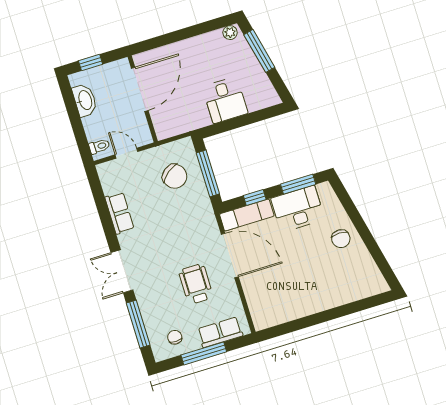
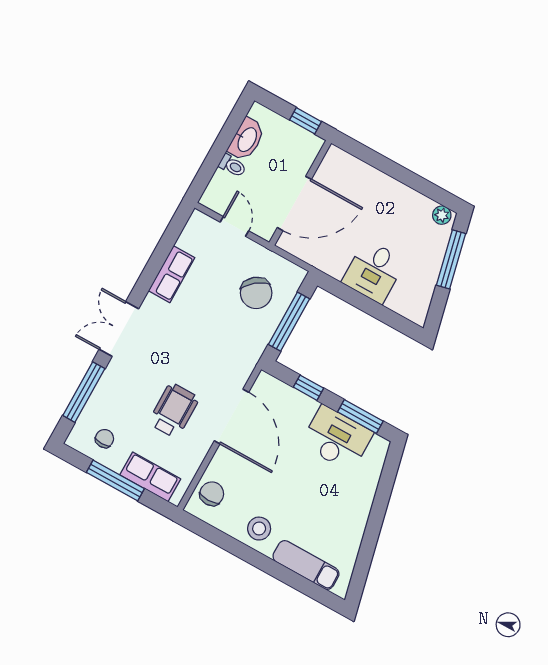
window: (91, 63) -> (305, 121), moved
door: (140, 89) -> (294, 203), moved
toilet: (99, 146) -> (232, 166), moved
exam couch: (247, 215) -> (306, 565), moved, turned 180
chair: (341, 239) -> (212, 494), moved, turned 180
stool: (306, 299) -> (259, 529), added

